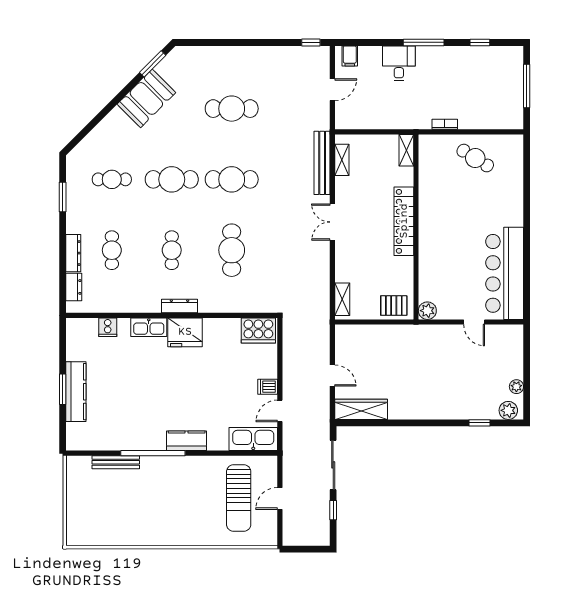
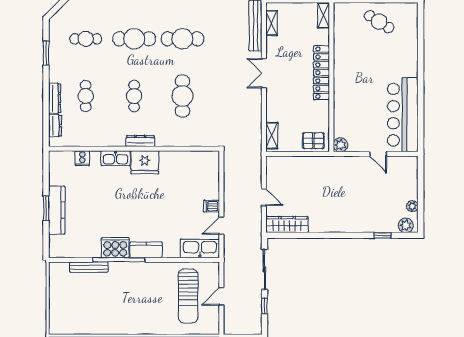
cooker: (258, 330) -> (115, 248), moved, turned 180

